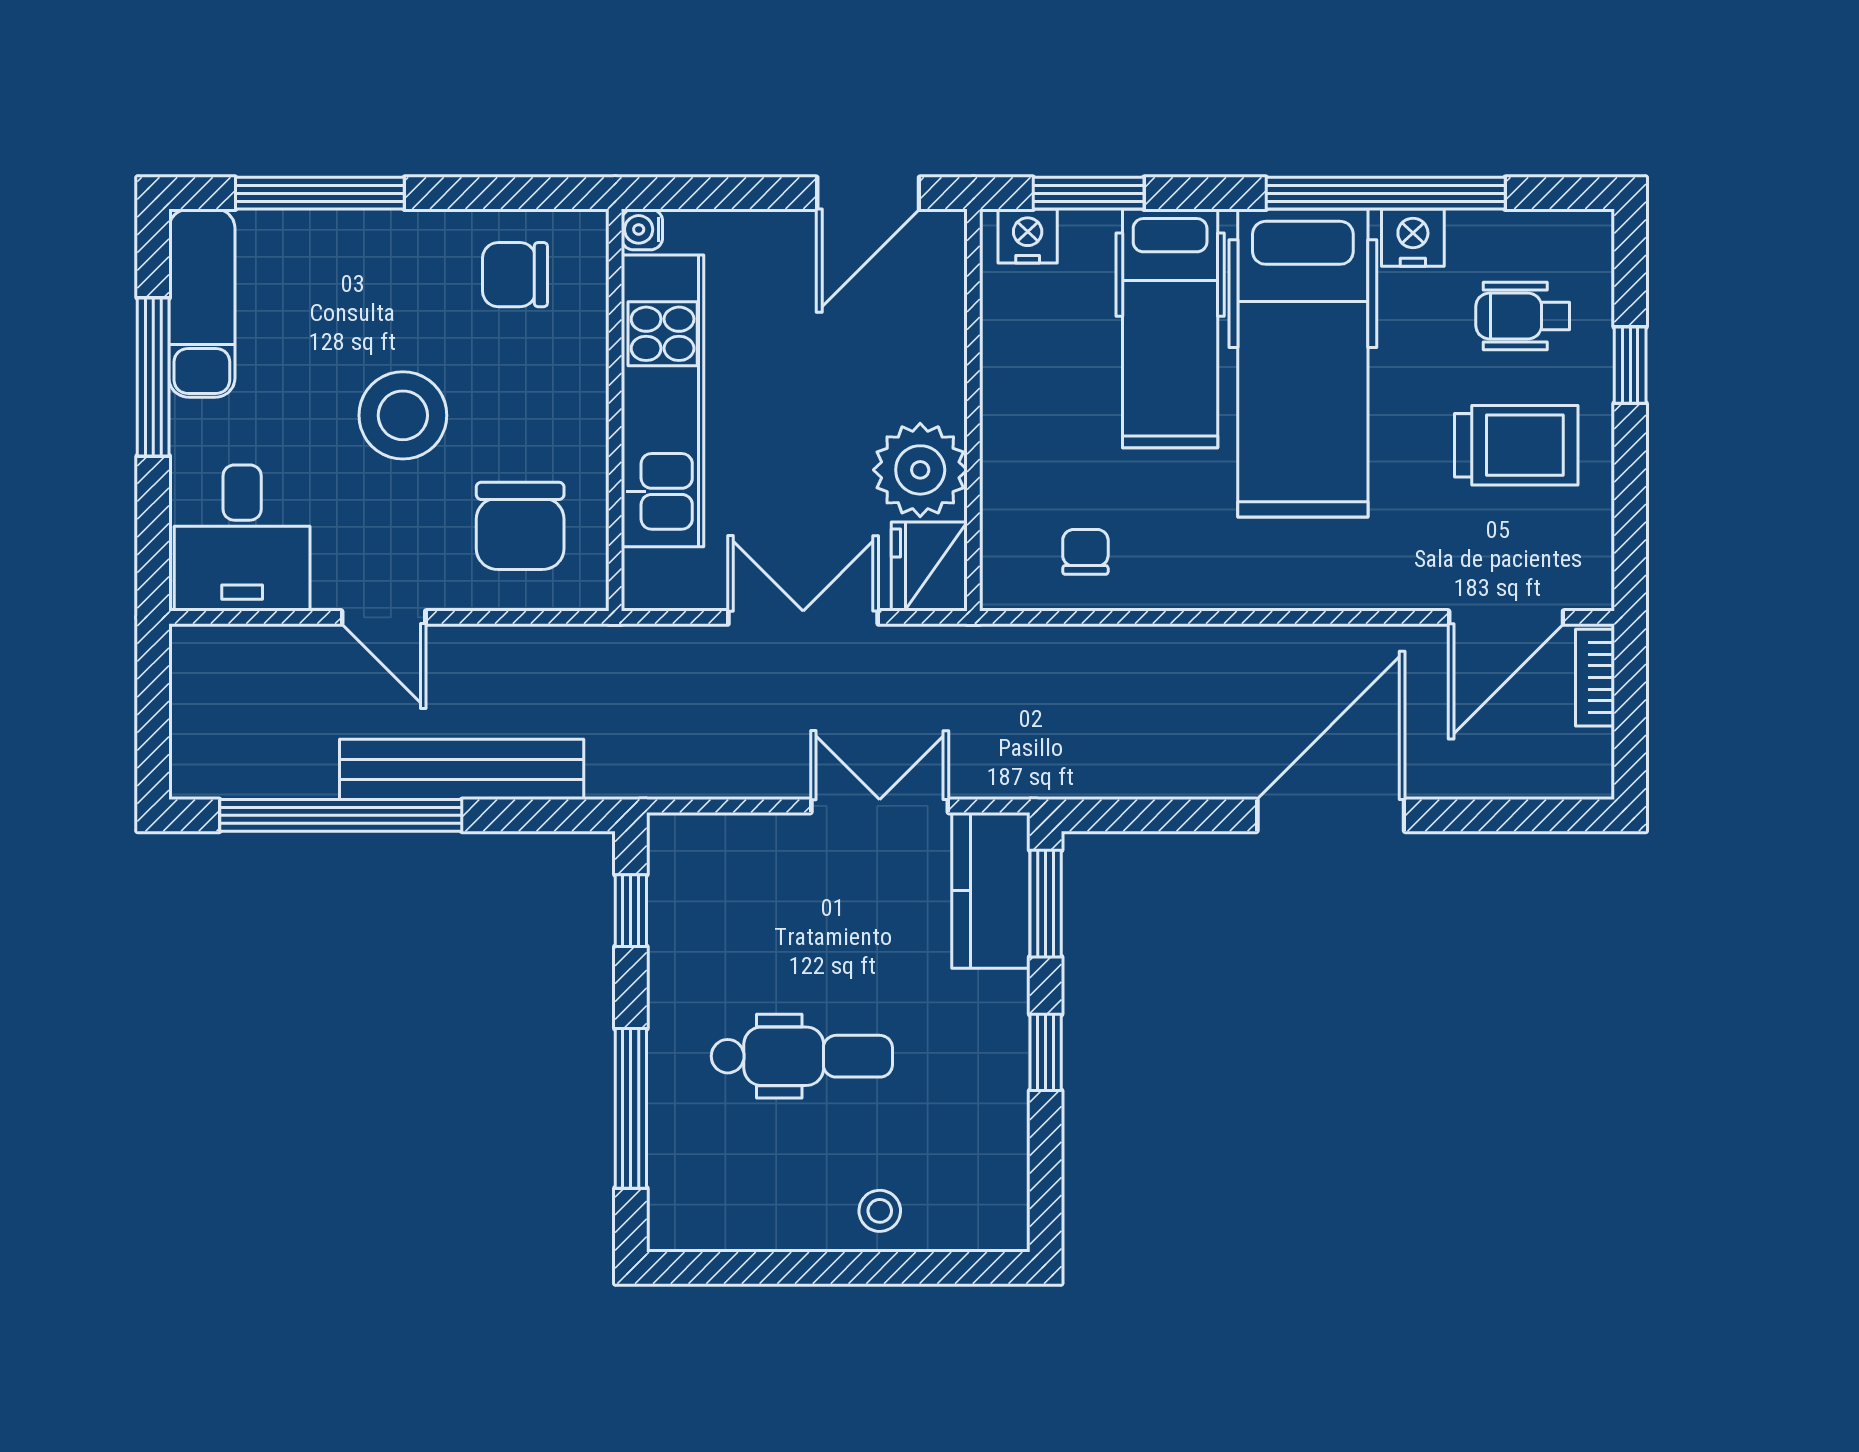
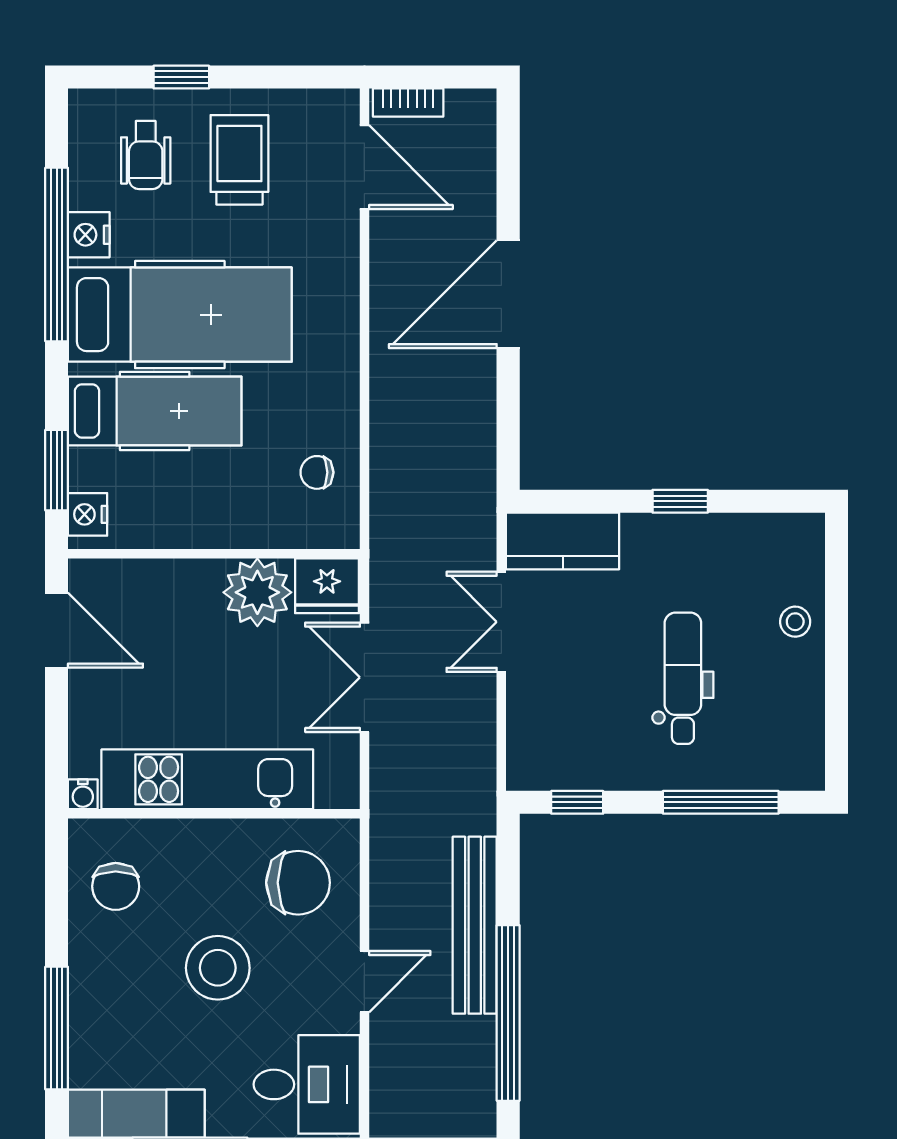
door: (1331, 815) -> (508, 294), hinge flipped
window: (1046, 904) -> (572, 501), removed

